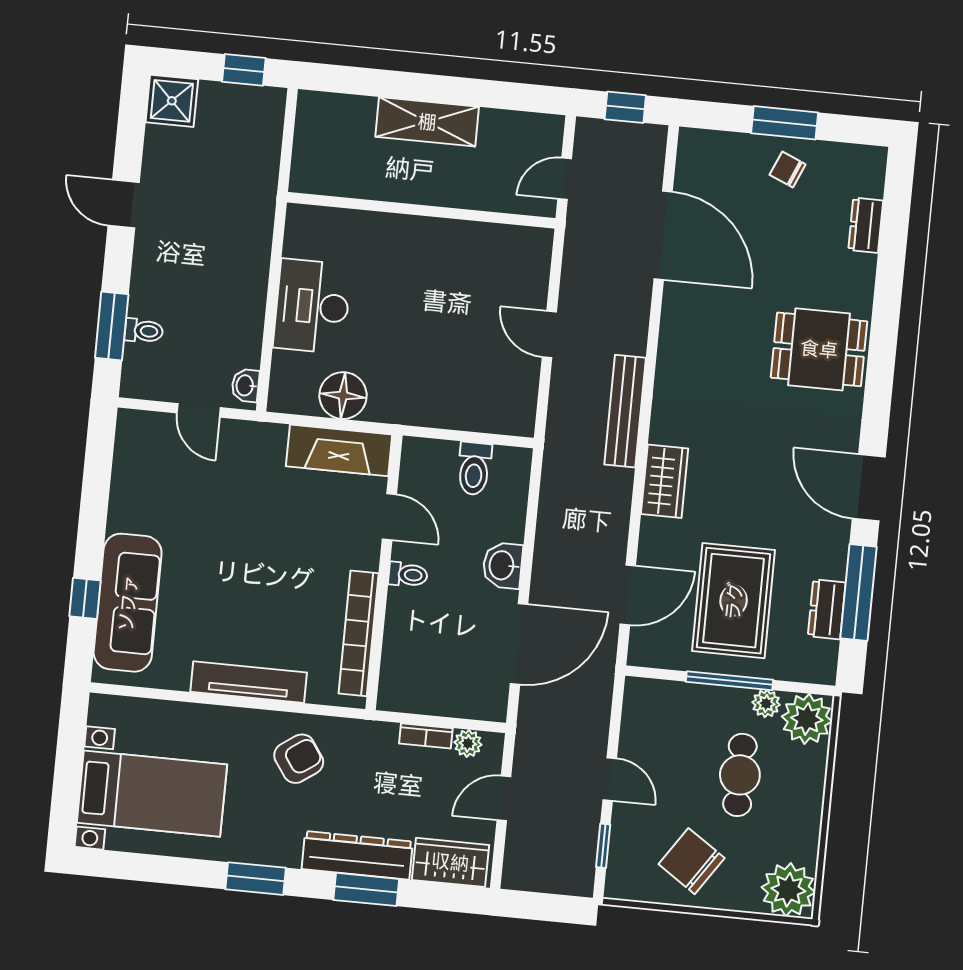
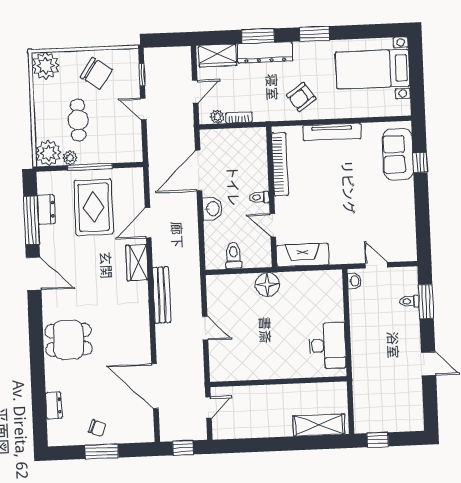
shower: (172, 101) -> (412, 419), removed
shelving: (427, 122) -> (319, 425), moved
desk: (312, 306) -> (327, 346), moved
floor lamp: (343, 396) -> (267, 284), moved
door: (628, 595) -> (148, 223), moved
sofa: (128, 603) -> (398, 154), width x0.73

